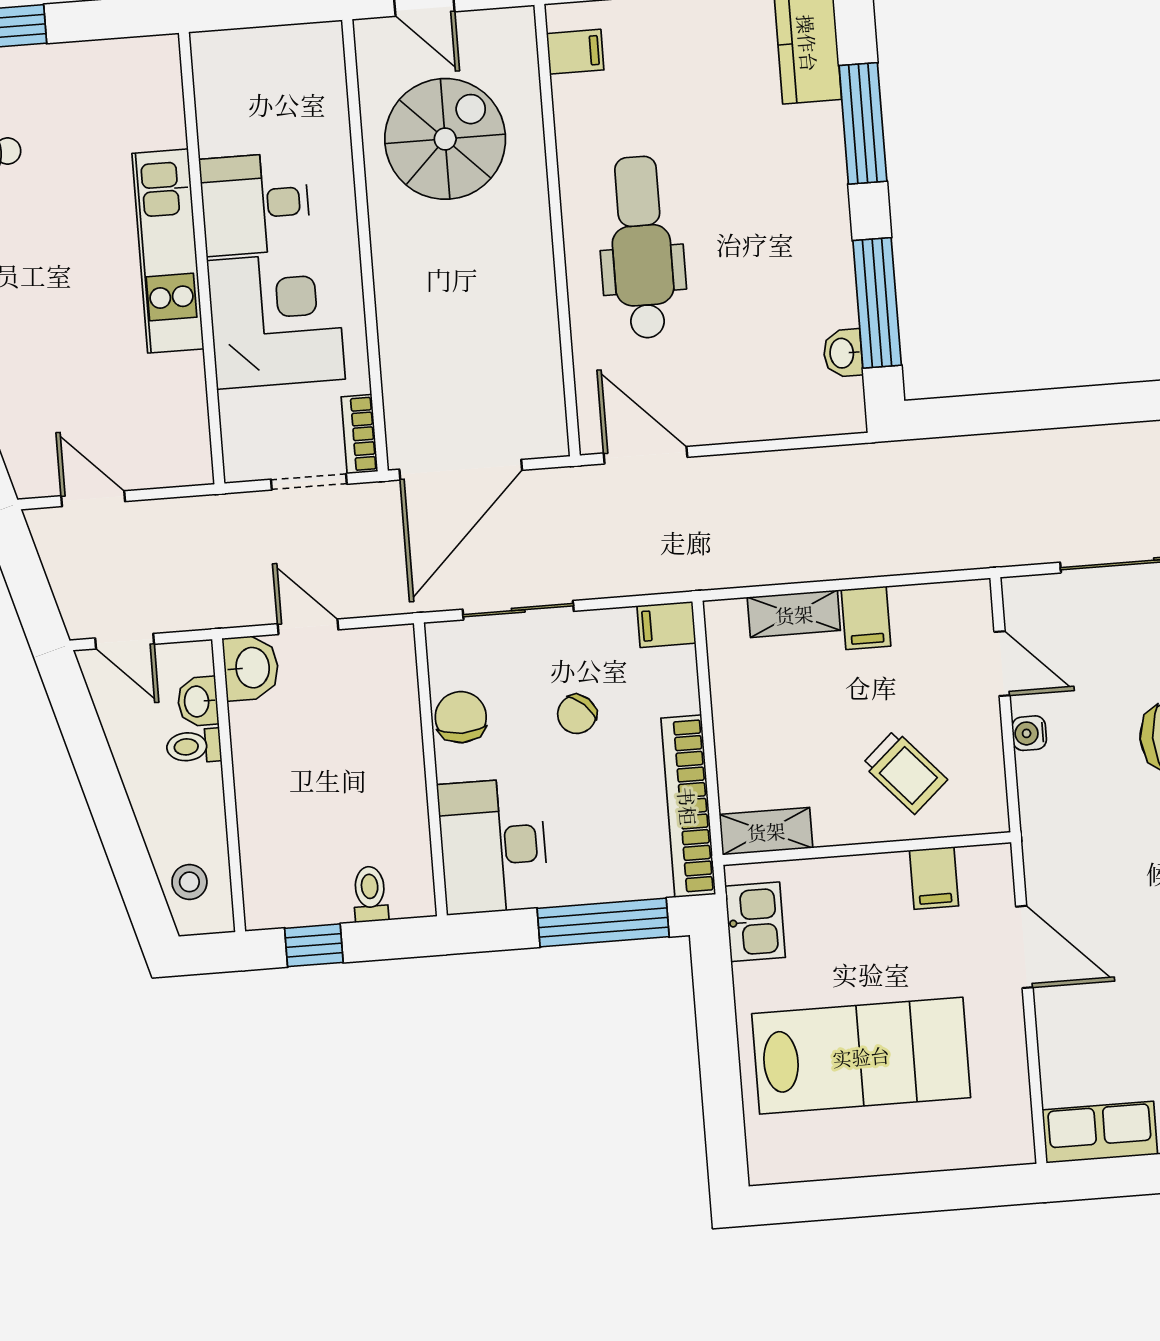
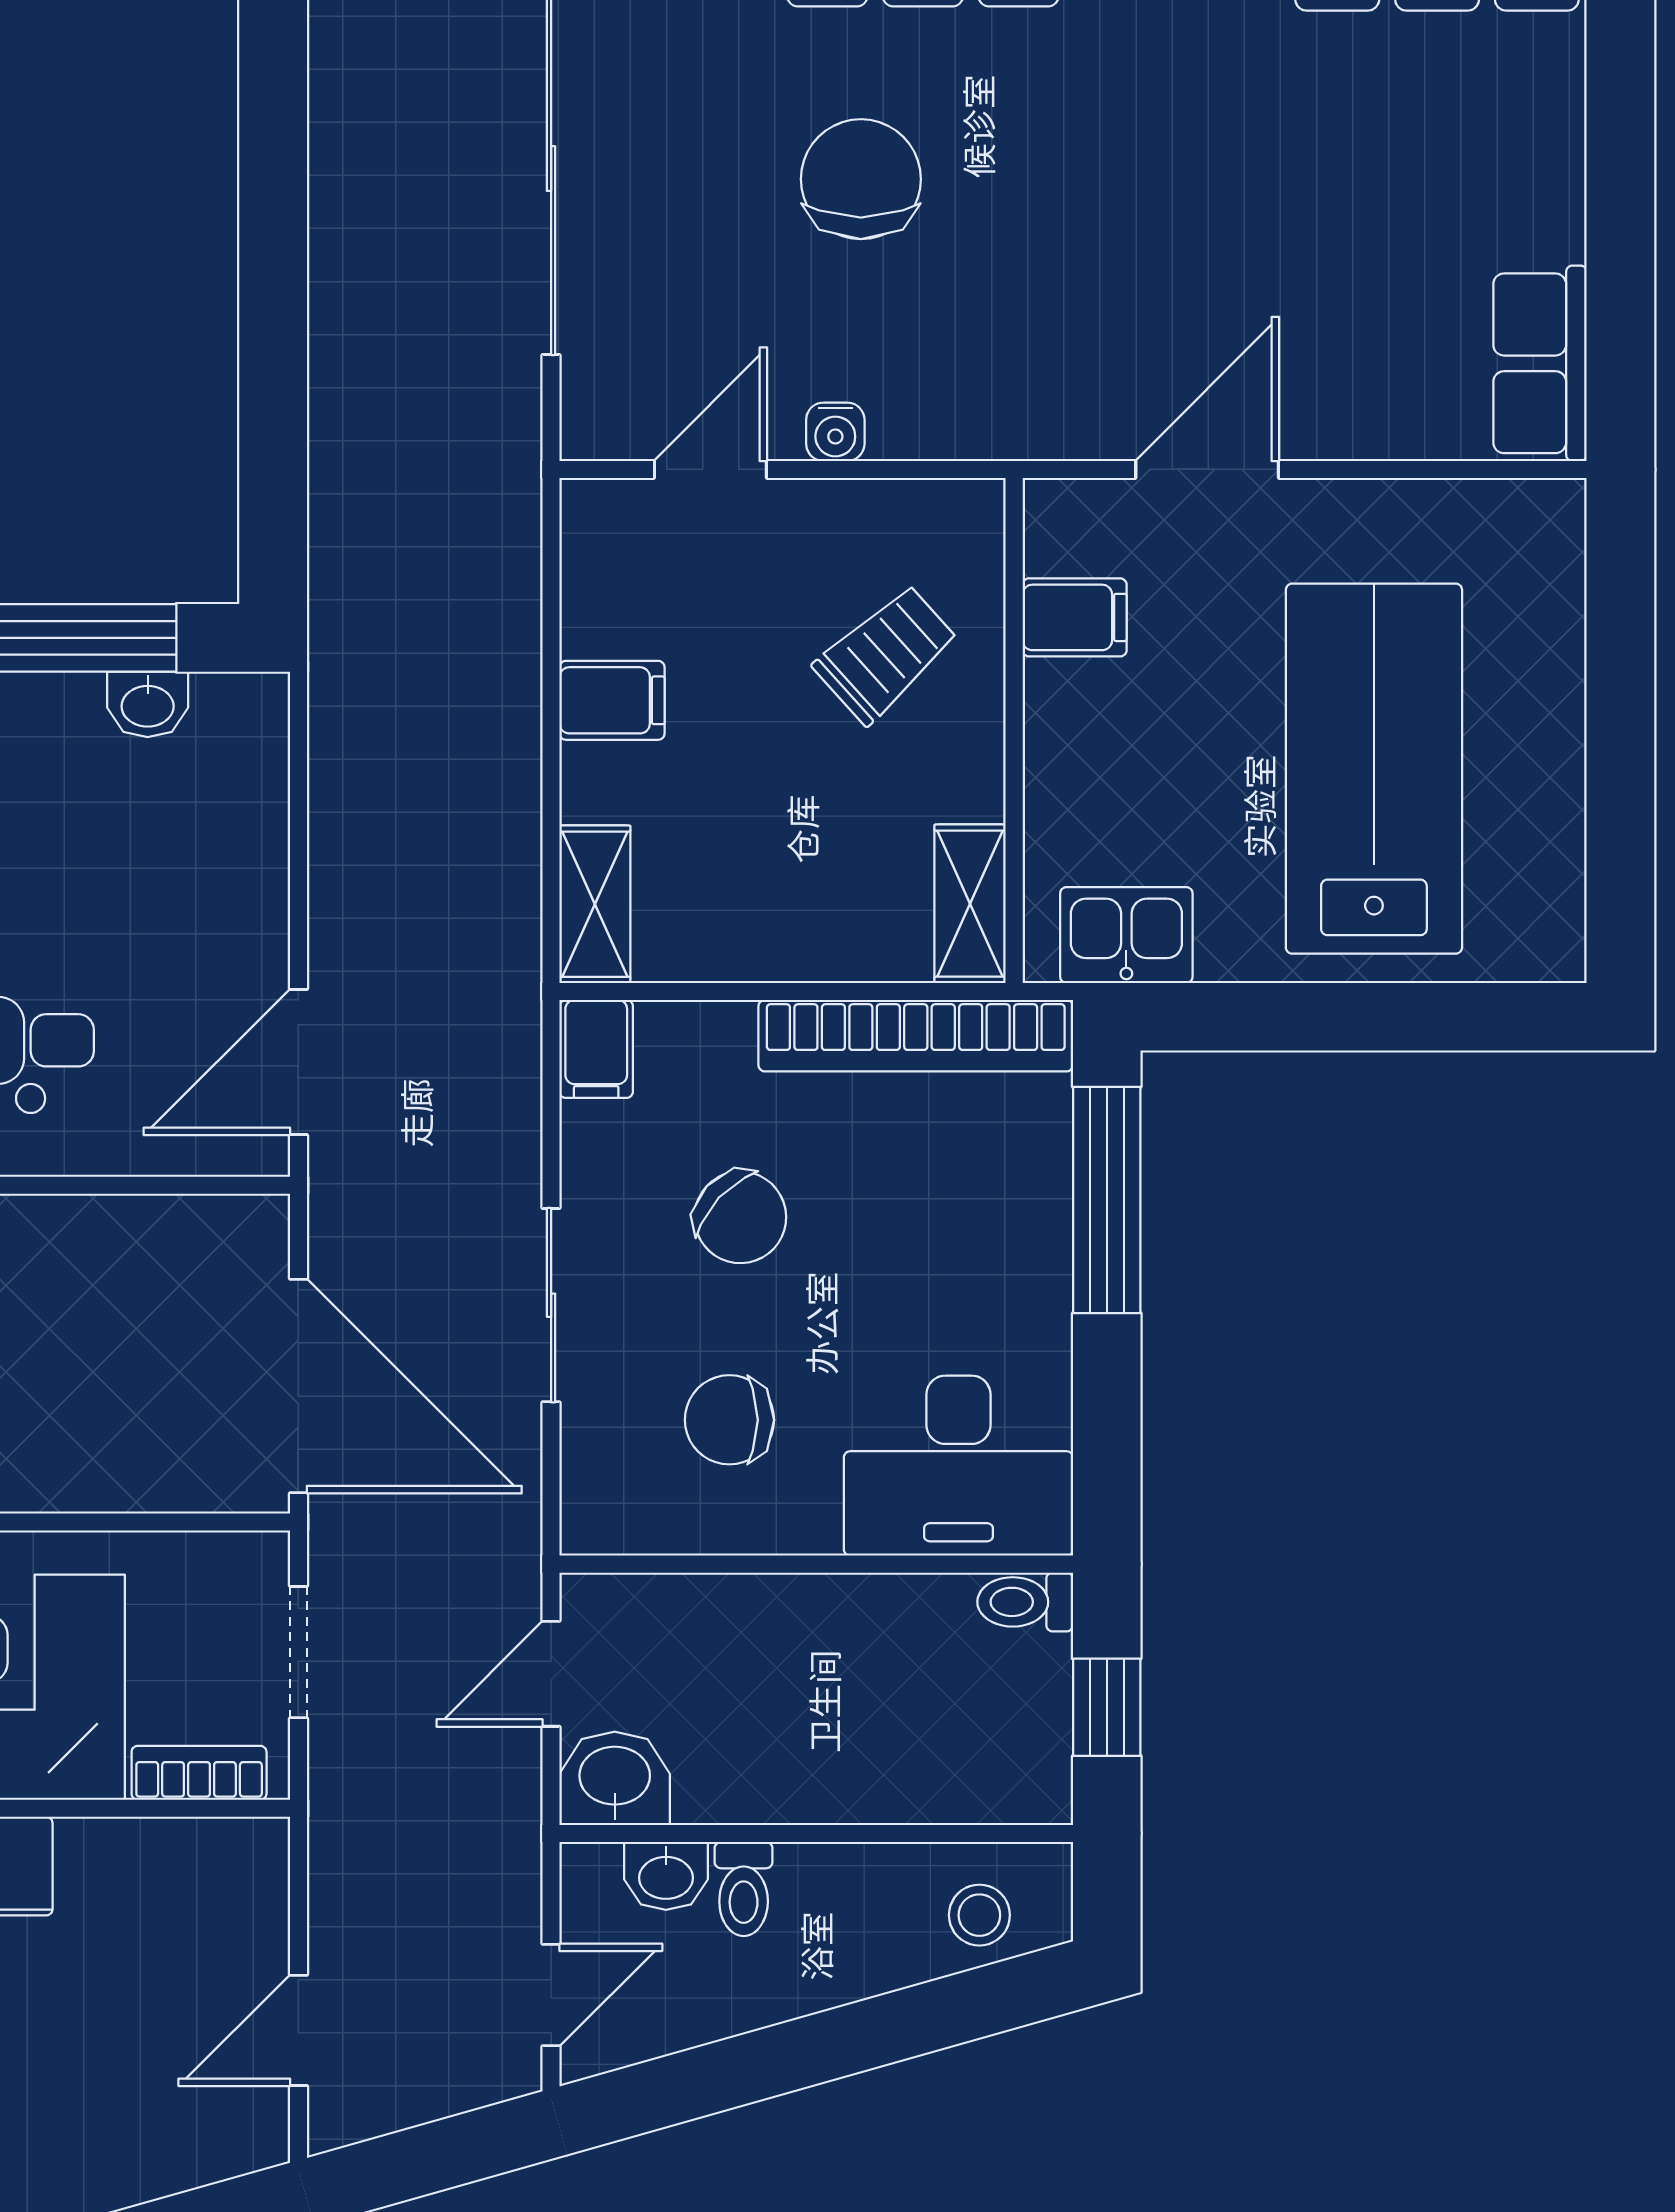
bookcase: (360, 434) -> (199, 1773), moved, turned 180
shelving: (794, 614) -> (595, 904), moved
chair: (577, 714) -> (740, 1217), width x1.37, depth x1.37
wall: (430, 769) -> (816, 1564), moved
desk: (493, 846) -> (958, 1466), moved

